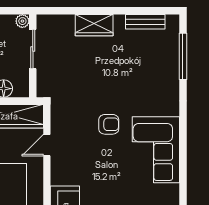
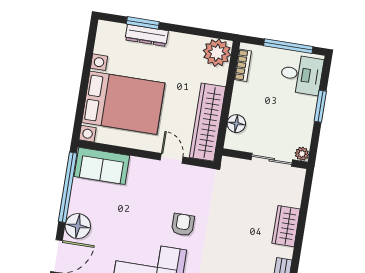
armchair: (109, 124) -> (183, 225), turned 180

